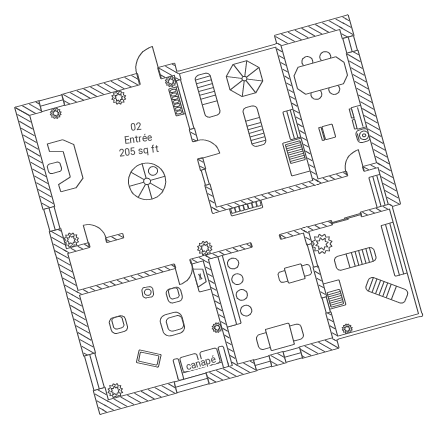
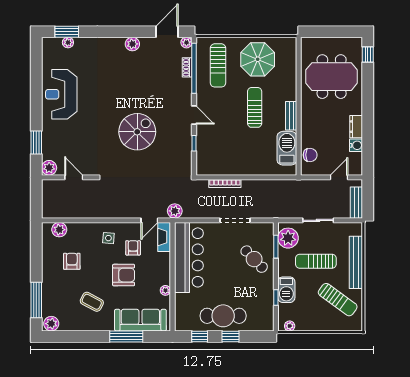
shoe rack: (177, 101) -> (187, 67), width x0.70
chair: (327, 132) -> (310, 155), moved
cafe table: (295, 273) -> (254, 259), turned 46
plant: (98, 297) -> (59, 230), added

